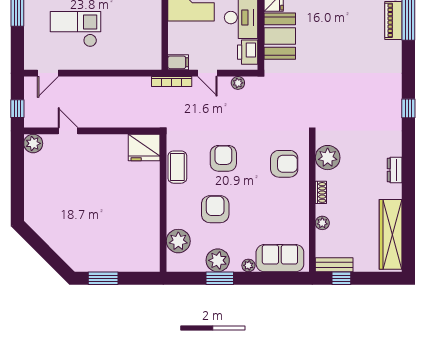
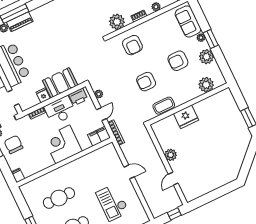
filing cabinet: (178, 62) -> (99, 136), width x2.00
door: (48, 73) -> (129, 172), moved
plant: (33, 143) -> (171, 155), moved
fridge: (144, 147) -> (186, 117), moved, turned 90
armchair: (284, 164) -> (132, 45), turned 180
armchair: (215, 209) -> (178, 61), moved
window: (220, 278) -> (211, 39), moved

